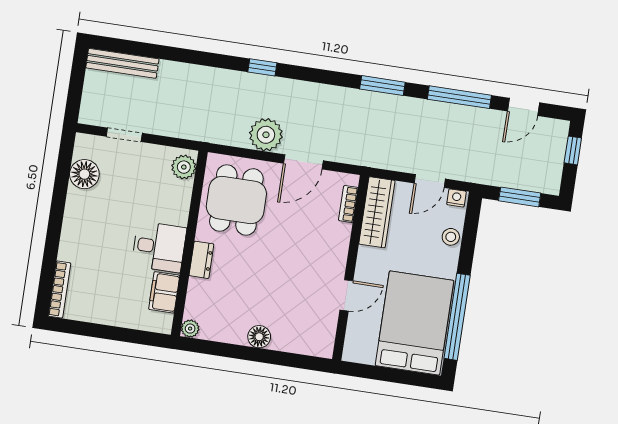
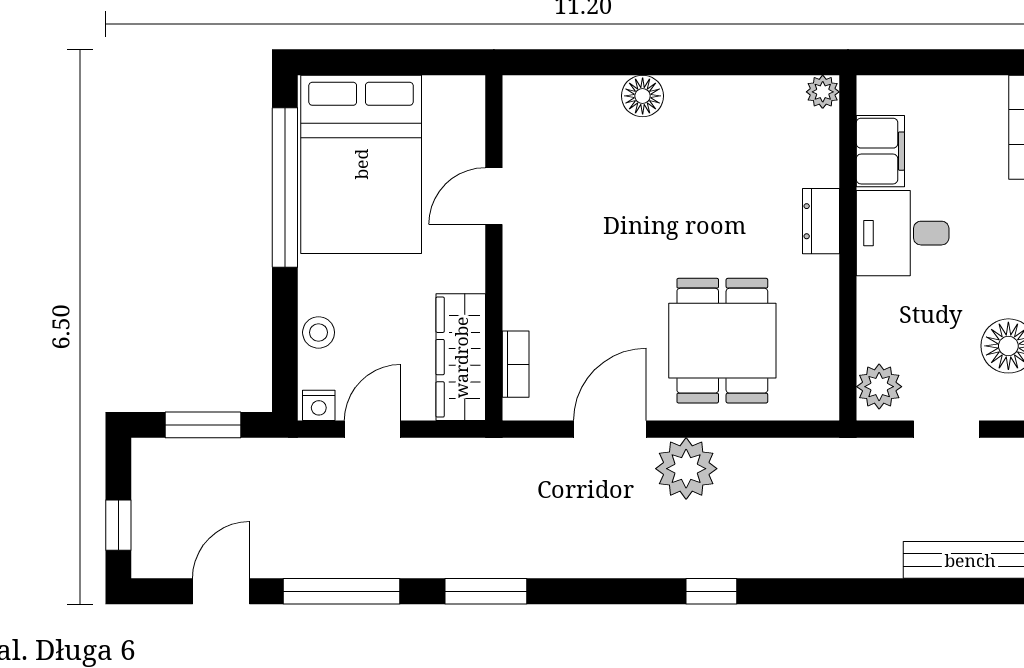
plant: (184, 167) -> (879, 387), moved
wall: (189, 243) -> (848, 248), moved
desk: (159, 247) -> (903, 233), moved
dresser: (201, 260) -> (821, 221), moved
filing cabinet: (164, 292) -> (880, 151), moved
plant: (190, 329) -> (823, 92), moved

